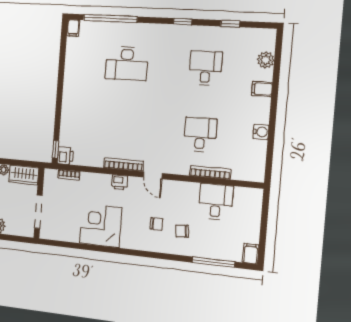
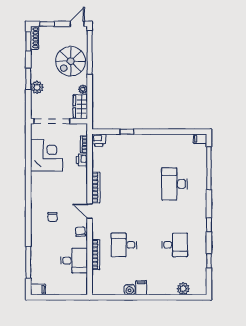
filing cabinet: (262, 89) -> (141, 288), moved
desk: (200, 135) -> (124, 245), turned 180
window: (55, 149) -> (127, 132), moved
door: (153, 175) -> (90, 211), hinge flipped
printer: (120, 182) -> (82, 160), moved
doorway: (38, 212) -> (52, 121), width x1.36
corner desk: (101, 225) -> (46, 155), moved
chair: (182, 231) -> (80, 232), moved

